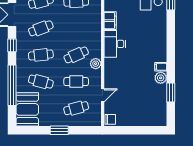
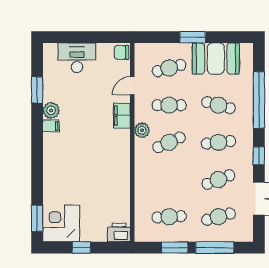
filing cabinet: (110, 21) -> (122, 115), moved
desk: (115, 44) -> (77, 58), moved, turned -90
booth: (27, 109) -> (216, 59), moved, turned 90

